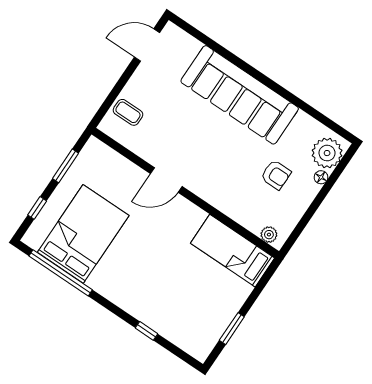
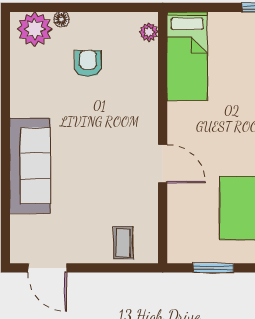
sofa: (240, 95) -> (30, 166), width x0.74, depth x0.79

